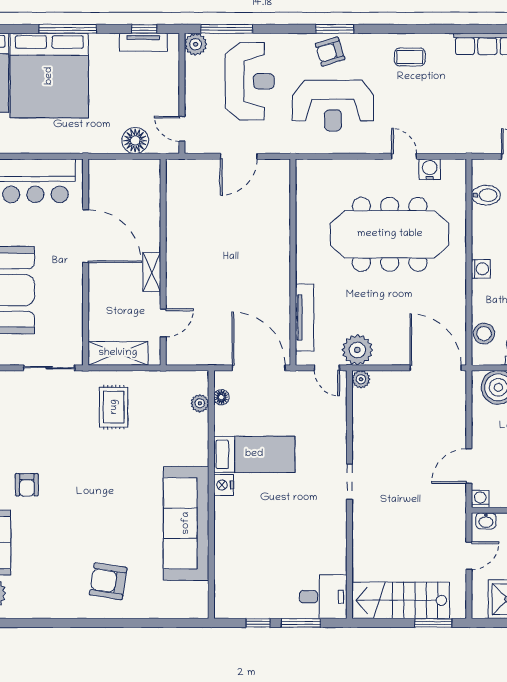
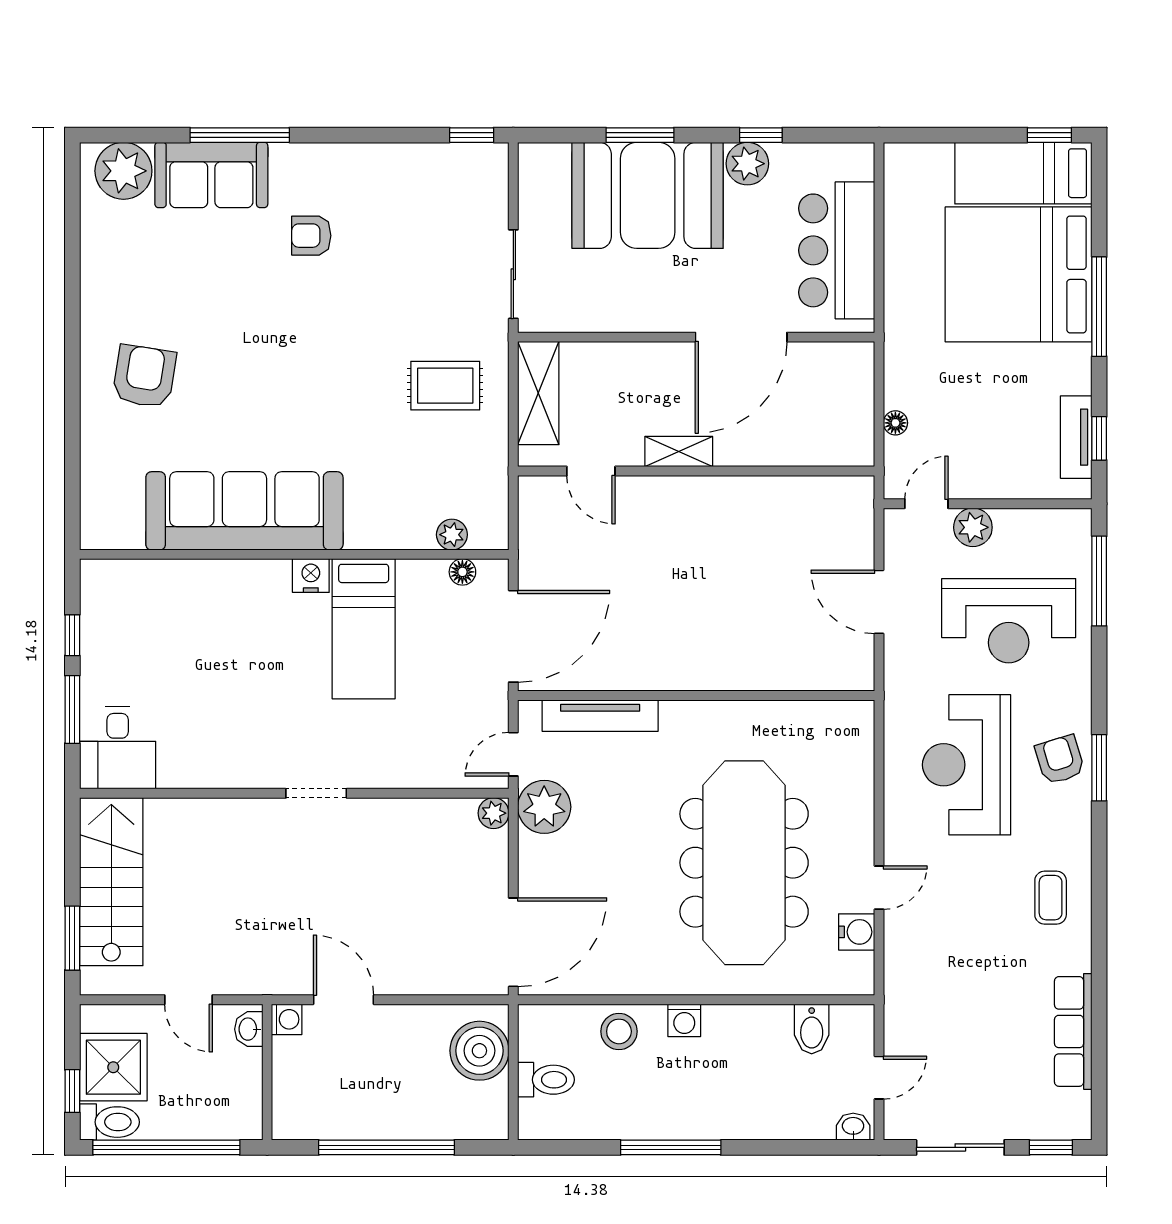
plant: (196, 44) -> (973, 527), moved
floor lamp: (135, 141) -> (895, 423), width x0.53, depth x0.53
stool: (484, 334) -> (619, 1031), moved

